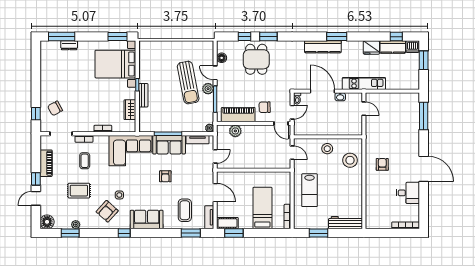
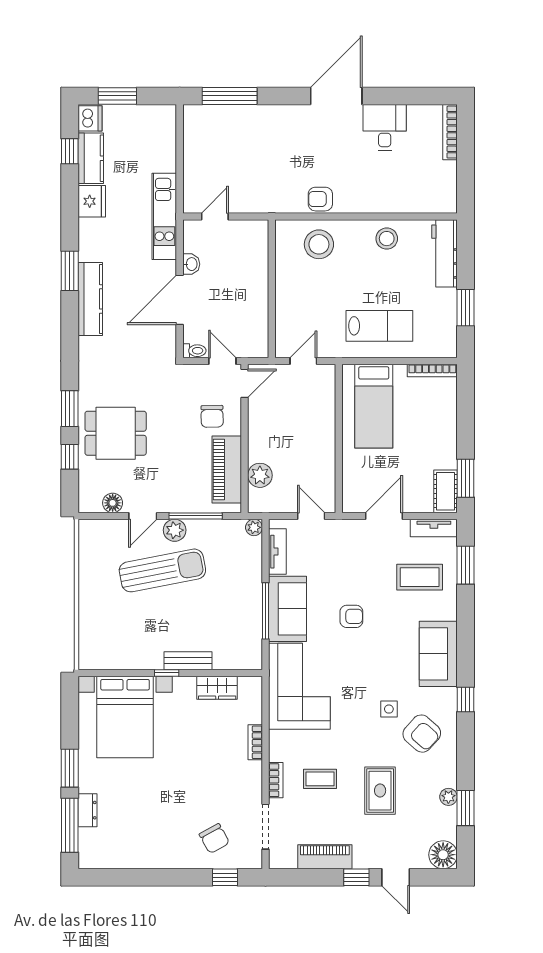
window: (117, 37) -> (70, 768), moved
stool: (327, 149) -> (387, 239), moved
armchair: (382, 164) -> (320, 199), moved
bed: (262, 208) -> (374, 406), moved, turned -90

